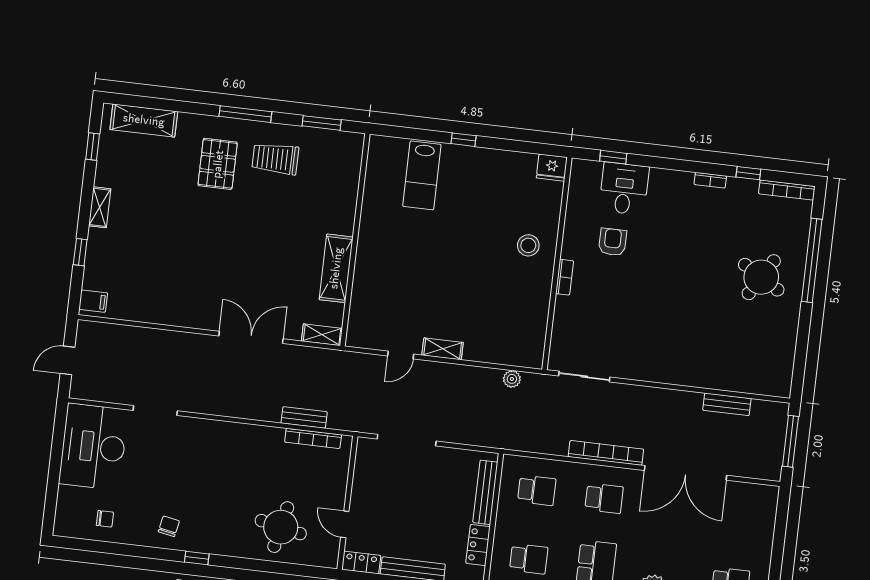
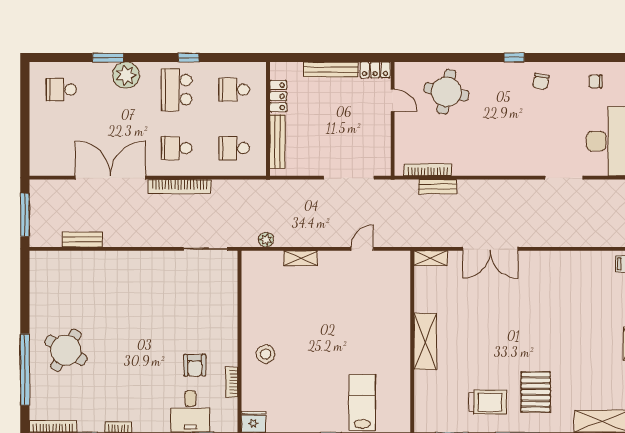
shelving: (336, 268) -> (425, 341), moved
bookcase: (565, 277) -> (232, 382), moved
shelving: (443, 349) -> (301, 258), moved

